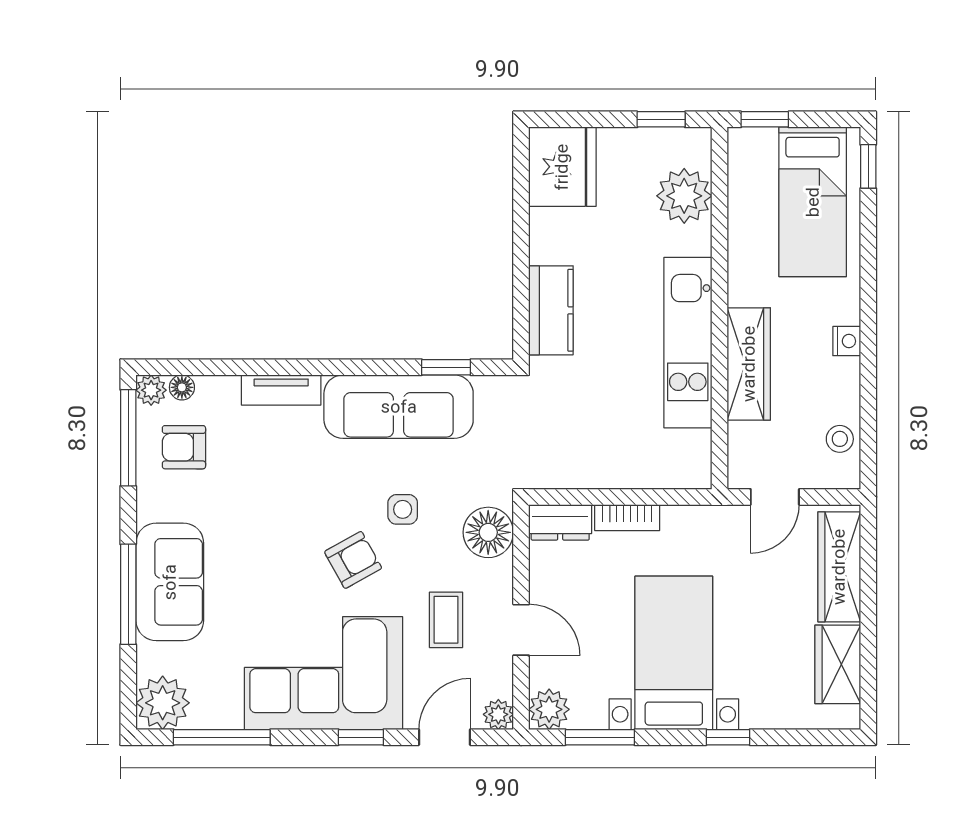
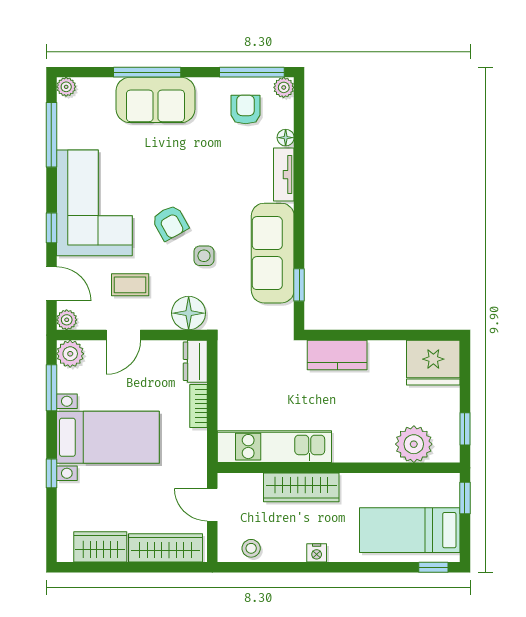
kitchen unit: (688, 343) -> (274, 447), moved
floor lamp: (182, 387) -> (286, 138), moved
plant: (163, 703) -> (66, 87), width x0.53, depth x0.53

